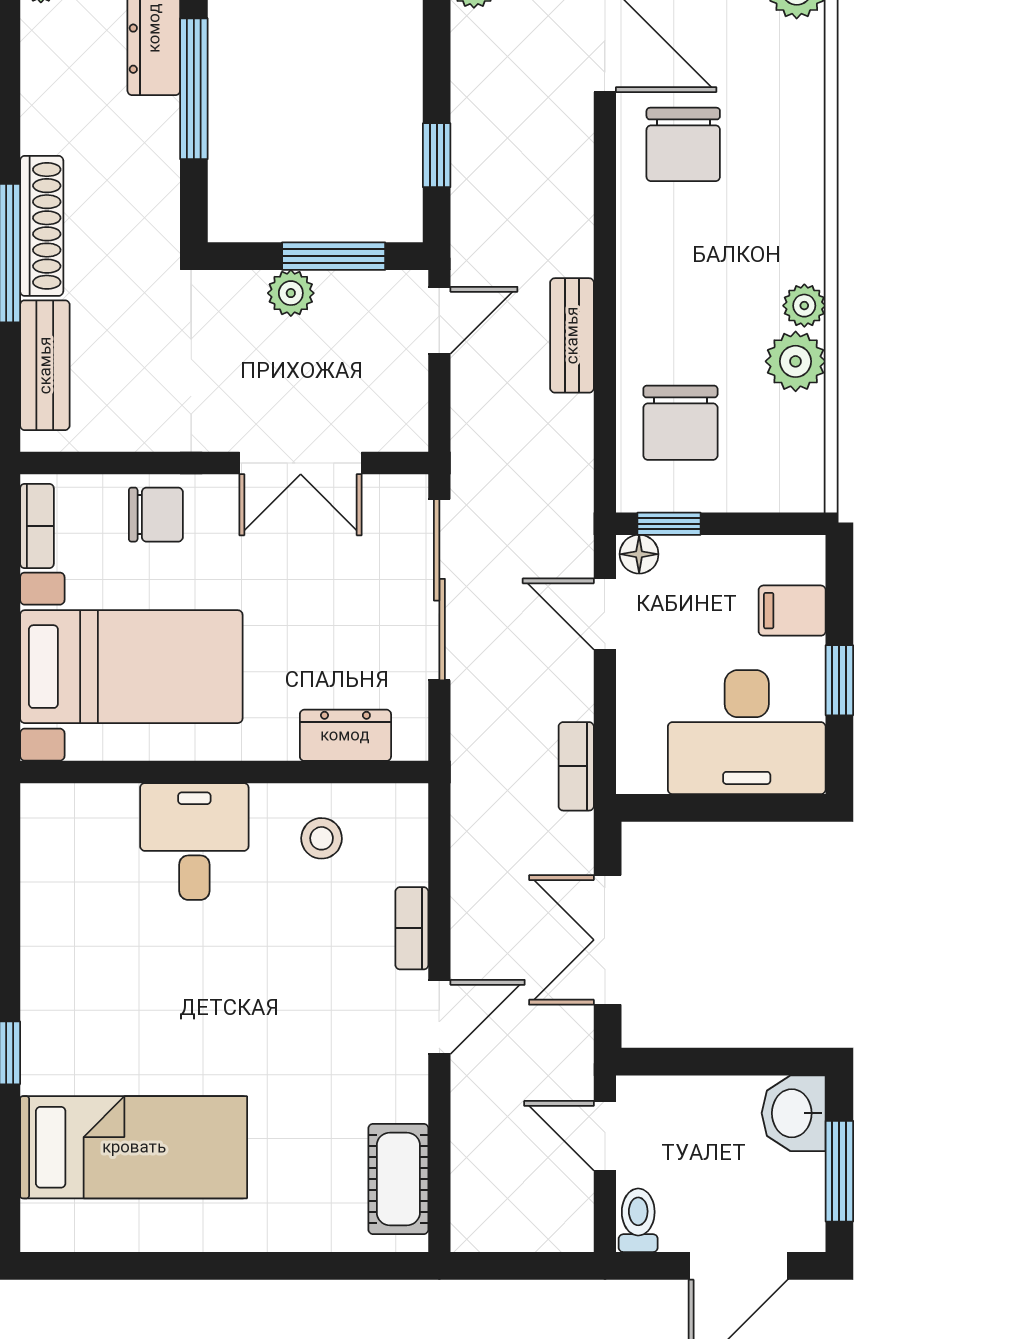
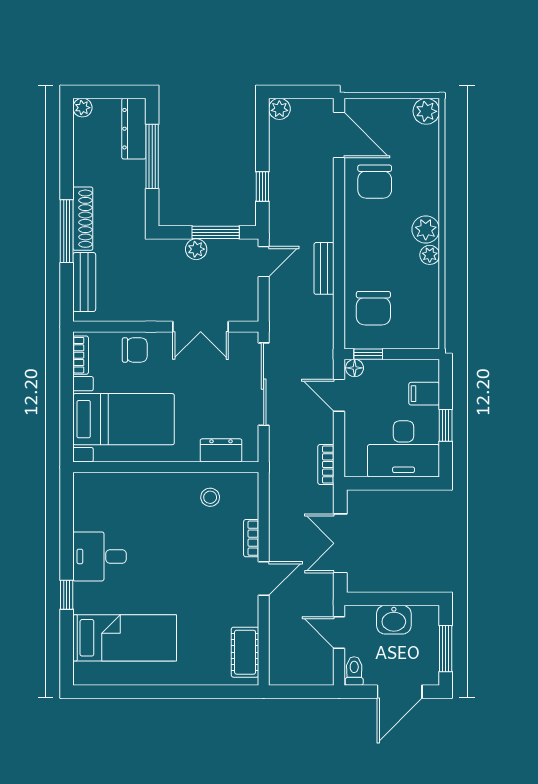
plant: (796, 361) -> (426, 230), moved
desk: (194, 841) -> (100, 556), moved, turned -90
washbasin: (794, 1113) -> (394, 620), moved, turned -90

